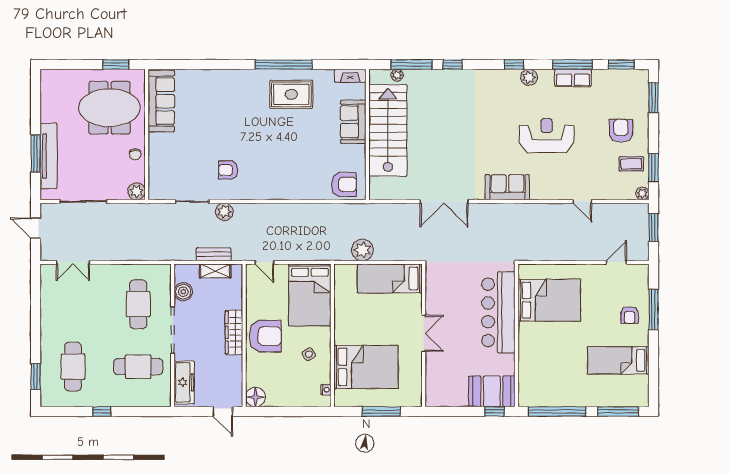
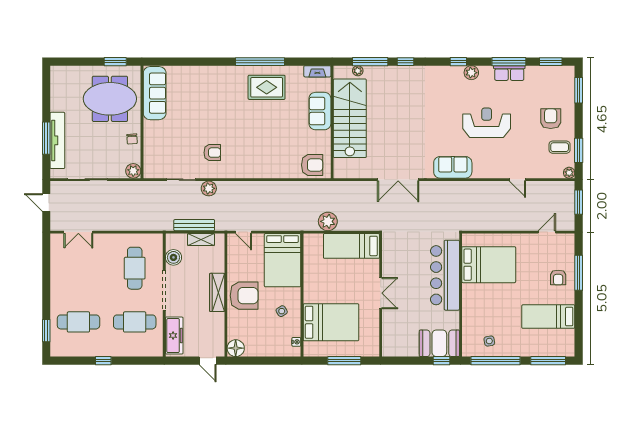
armchair: (228, 170) -> (212, 153), turned 180
bench: (214, 254) -> (194, 225), width x1.36
cafe table: (73, 367) -> (78, 322), turned 90
side table: (550, 389) -> (489, 341), added

